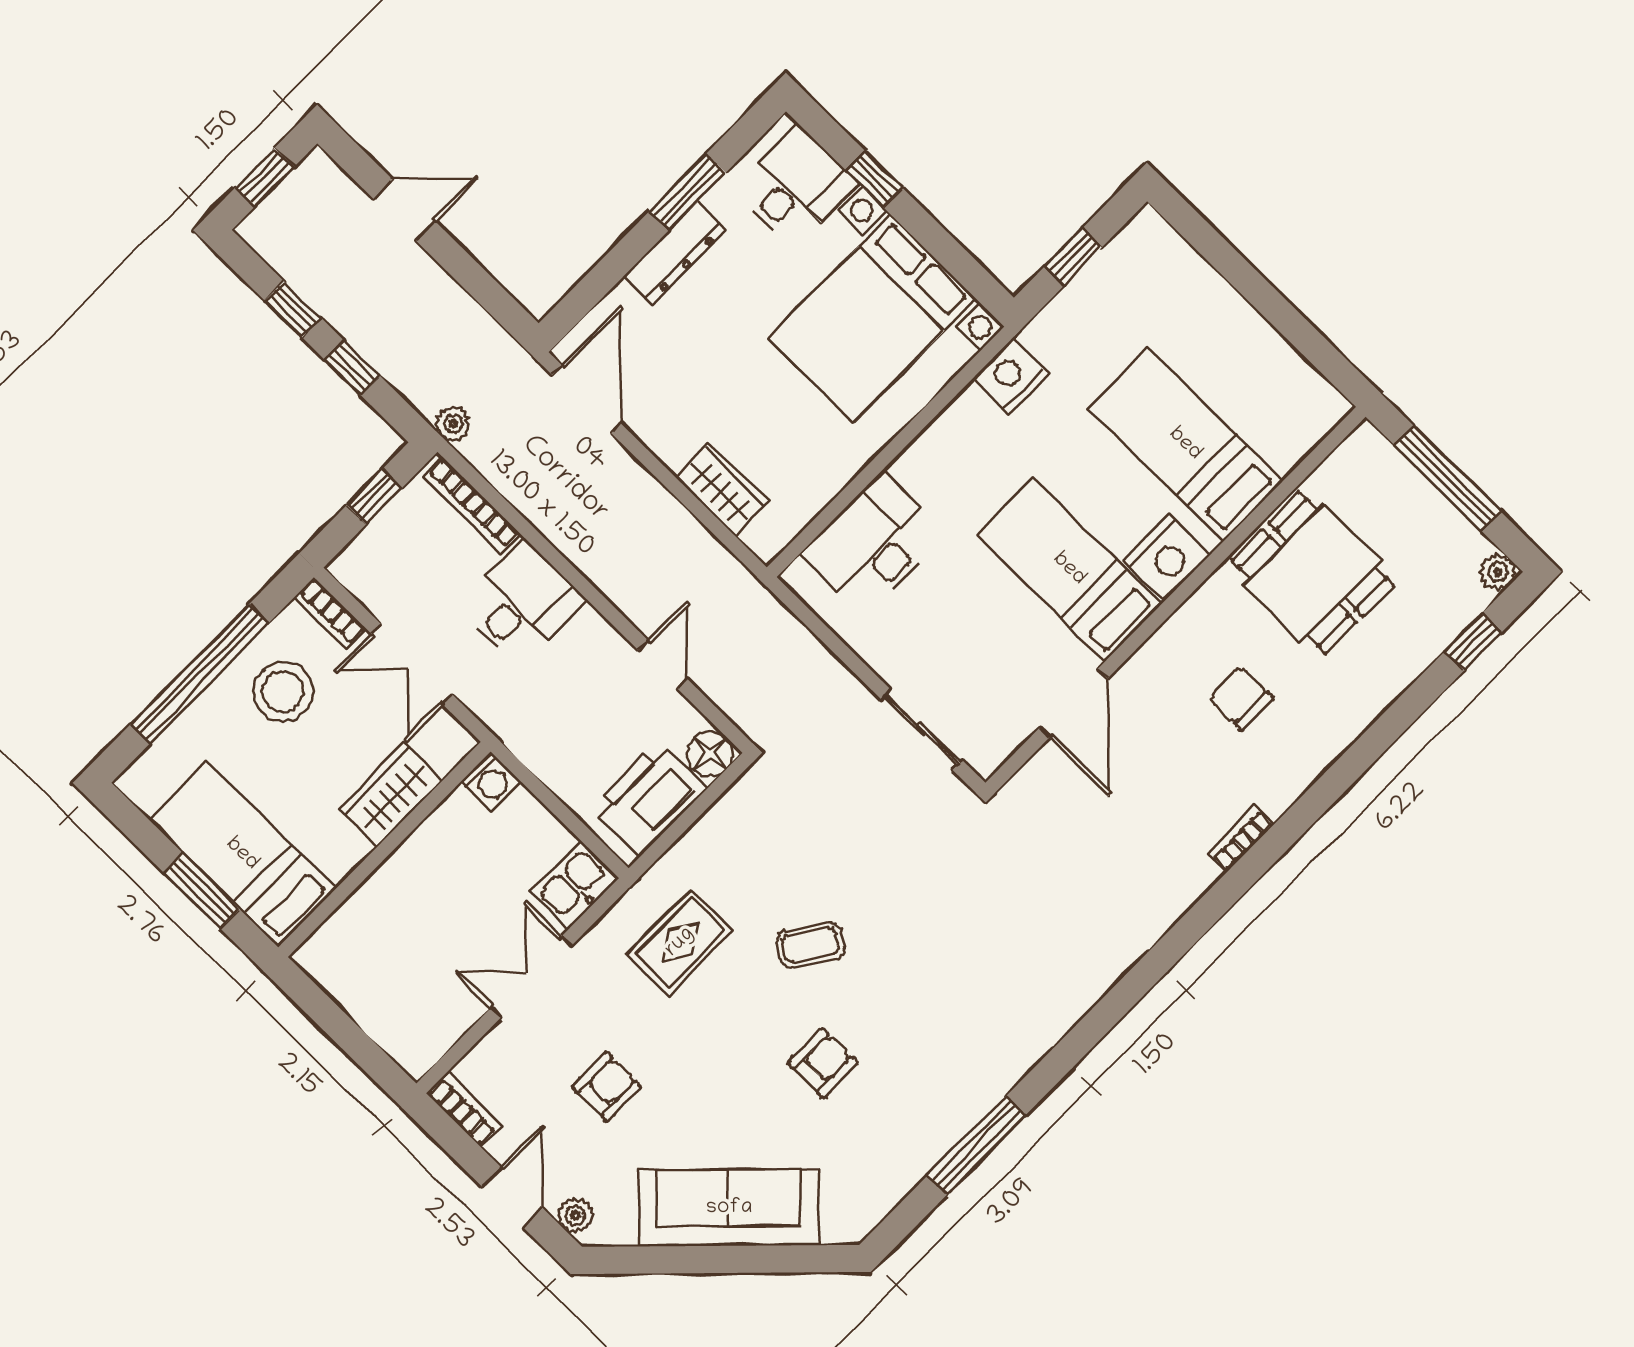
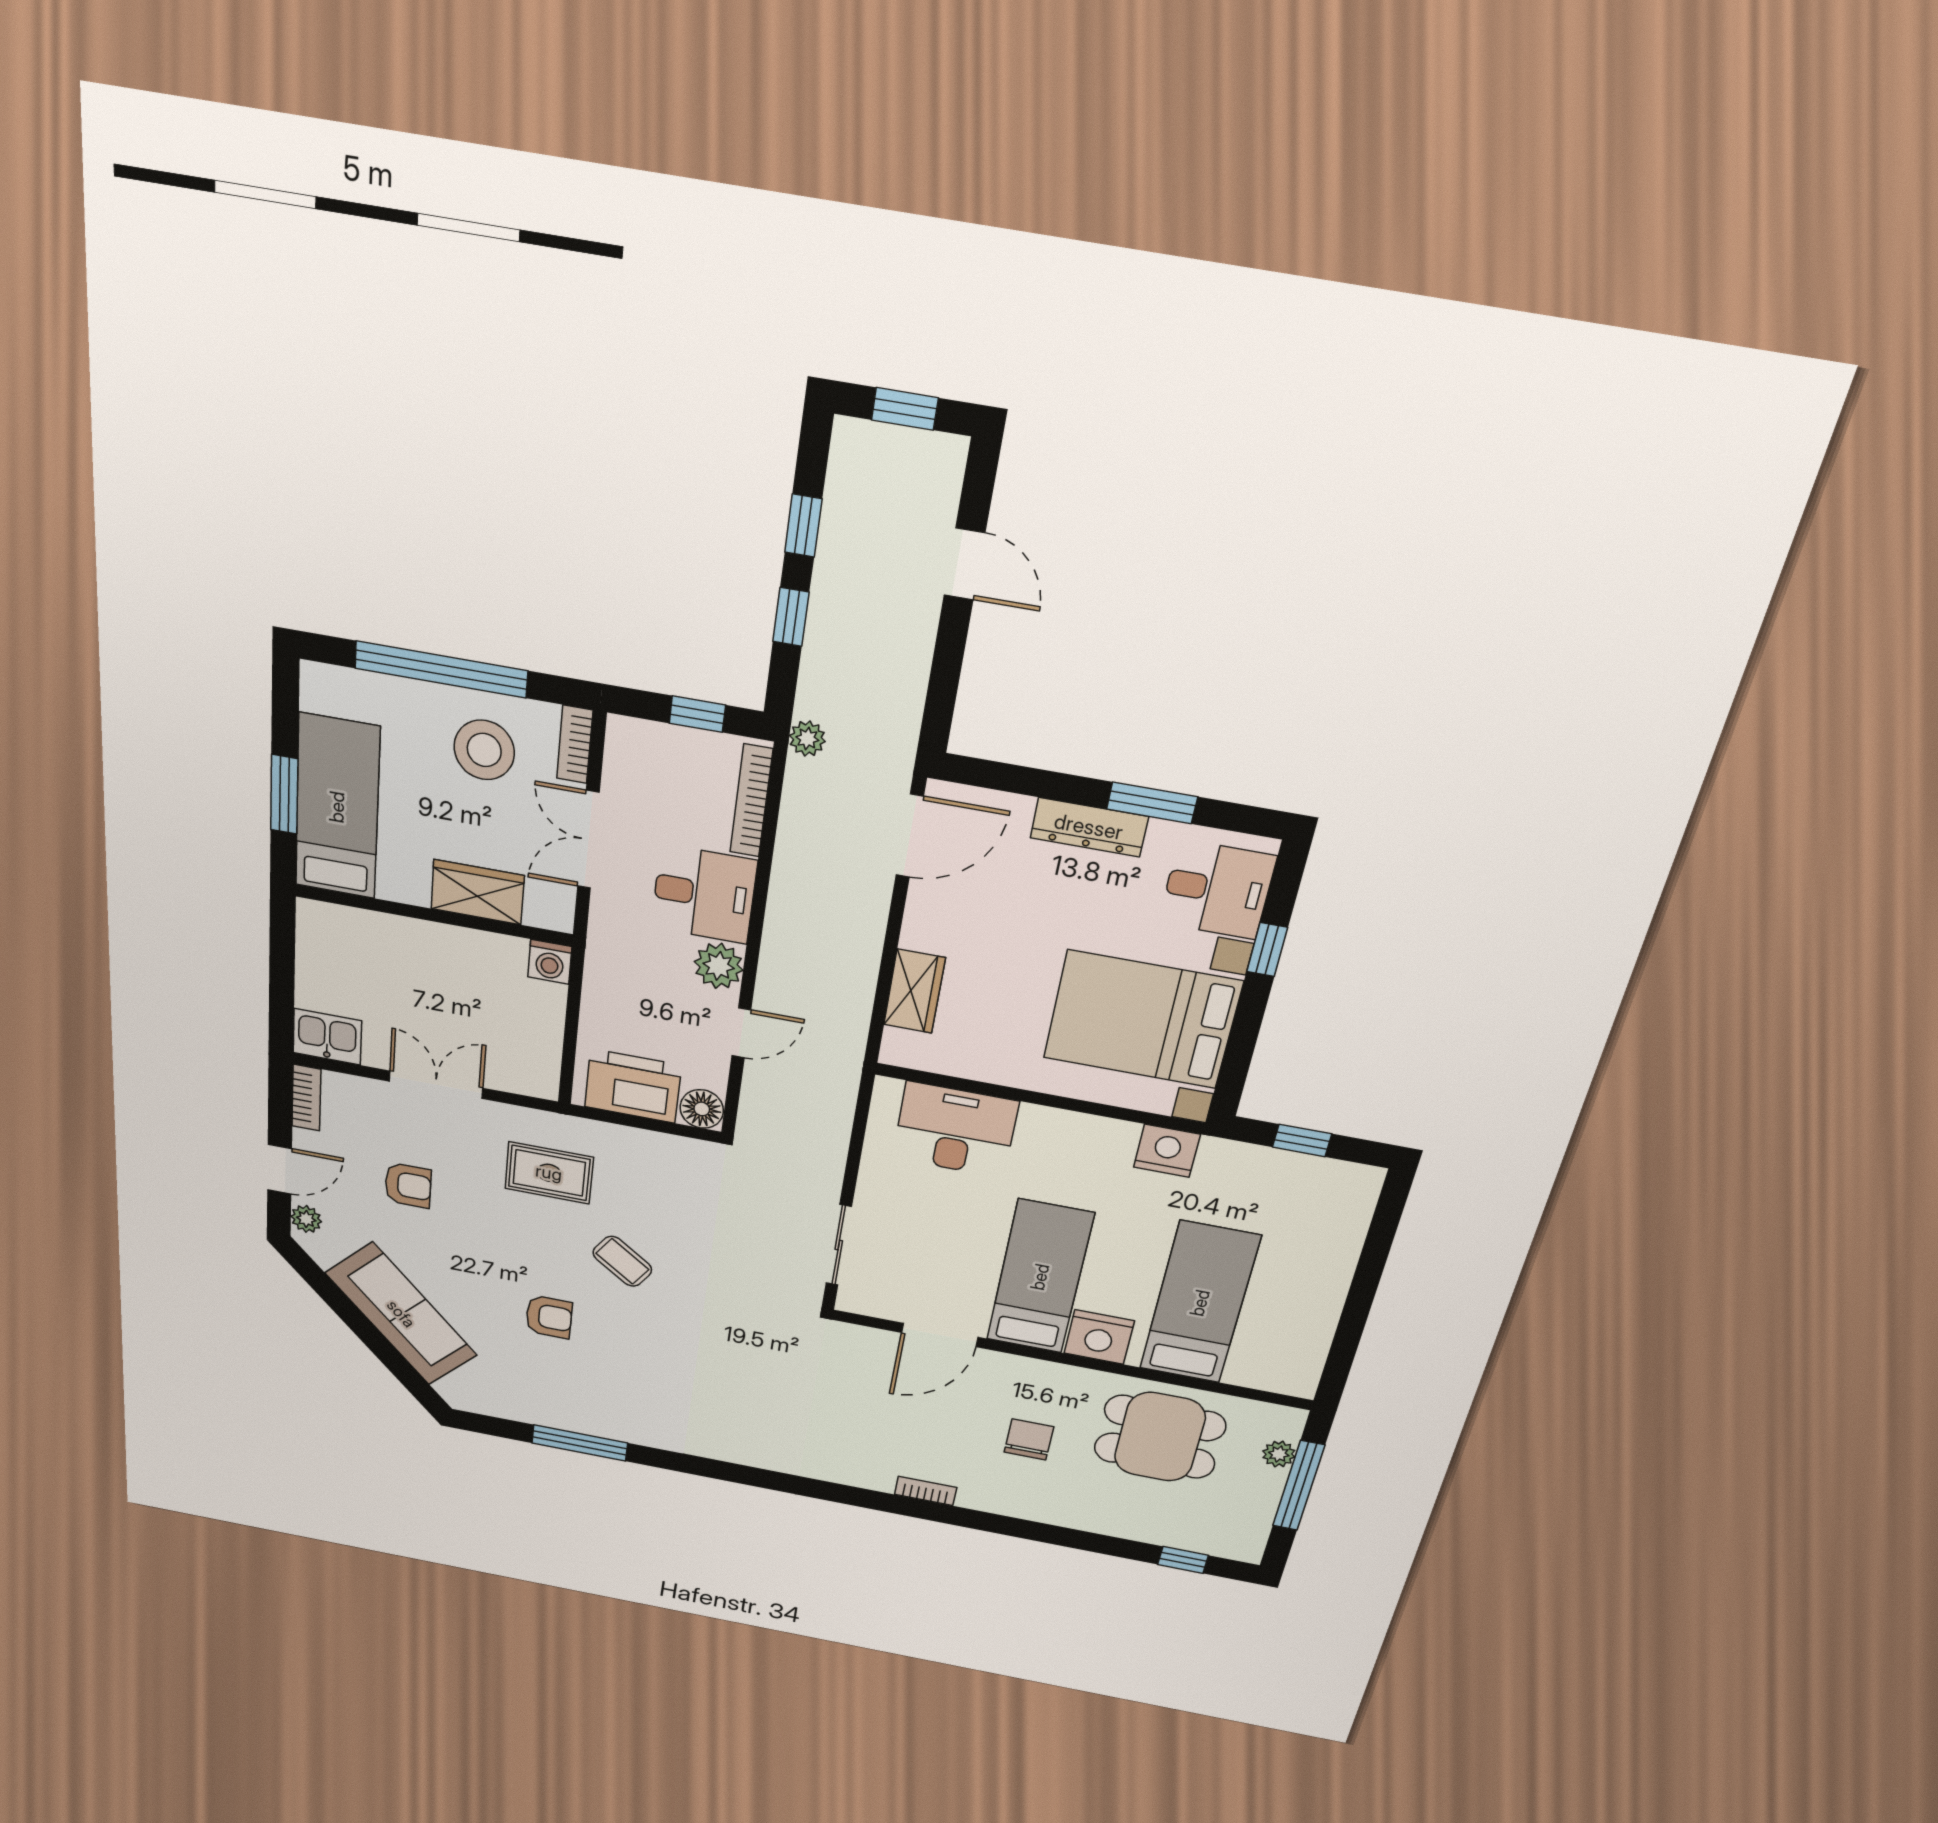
plant: (1498, 572) -> (1279, 1454), moved
dining table: (1313, 573) -> (1160, 1437), turned 90
plant: (591, 639) -> (719, 966), added
kitchen sink: (575, 885) -> (327, 1037), moved

